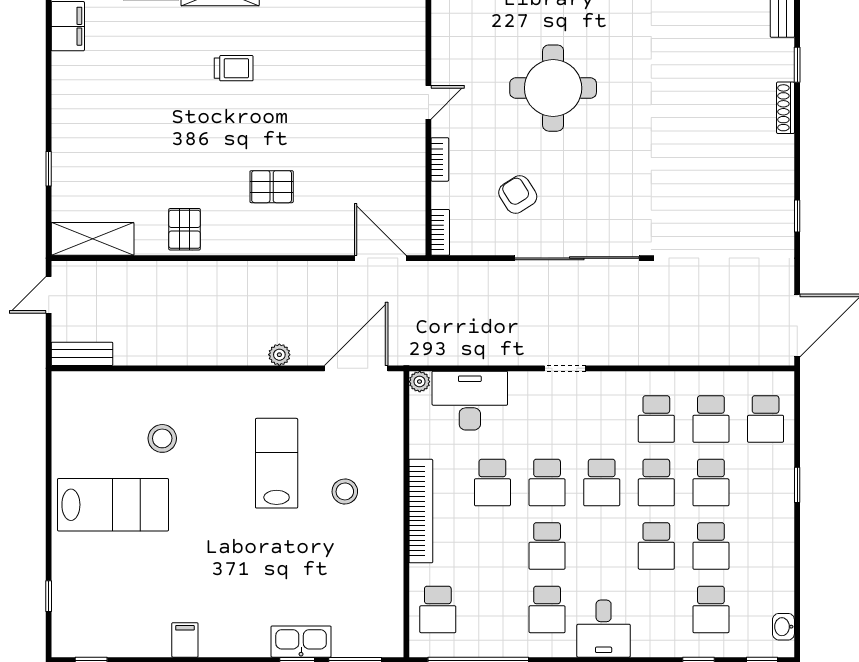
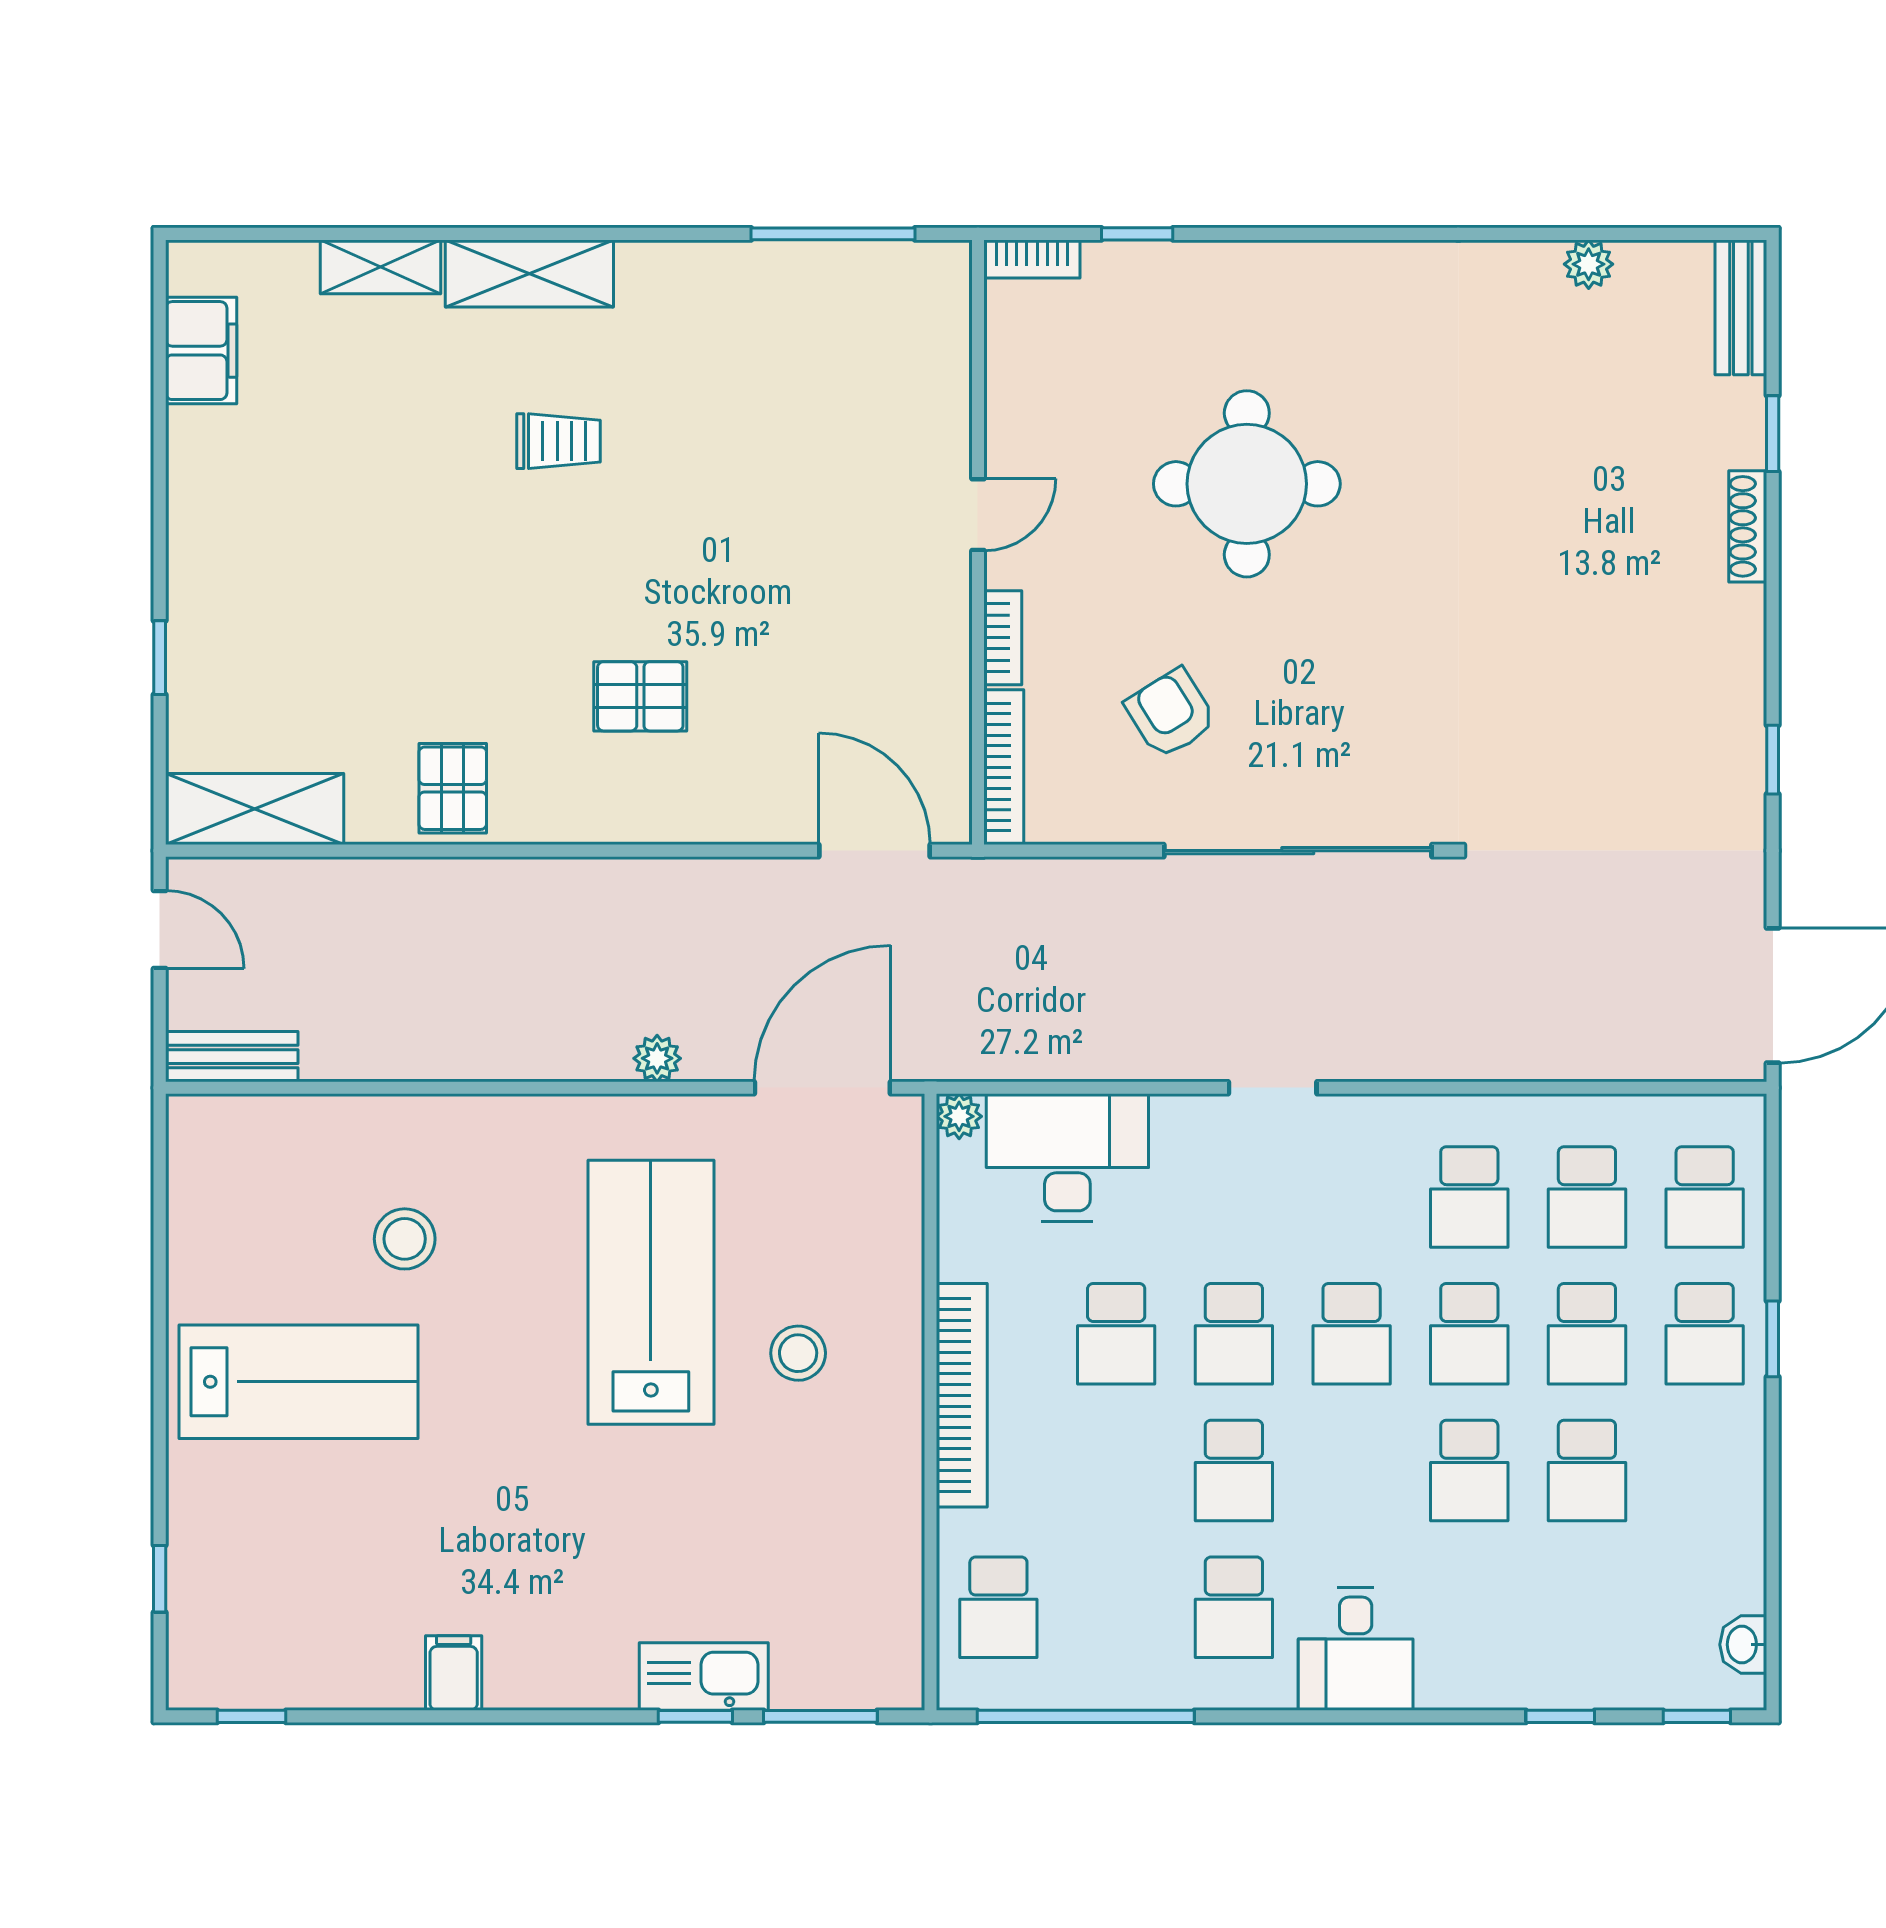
bookcase: (440, 232) -> (1004, 767), width x1.56
door: (49, 295) -> (160, 929), swing flipped
lab bench: (277, 463) -> (651, 1292), width x1.36, depth x1.39
school desk: (711, 609) -> (1705, 1334), moved

